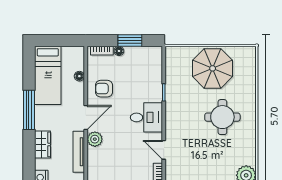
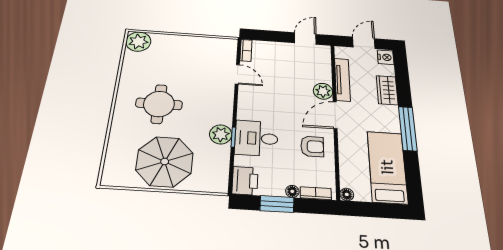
printer: (153, 57) -> (245, 181), added
floor lamp: (79, 76) -> (347, 194), moved
plant: (173, 94) -> (221, 134), added
desk: (146, 117) -> (256, 138), moved

